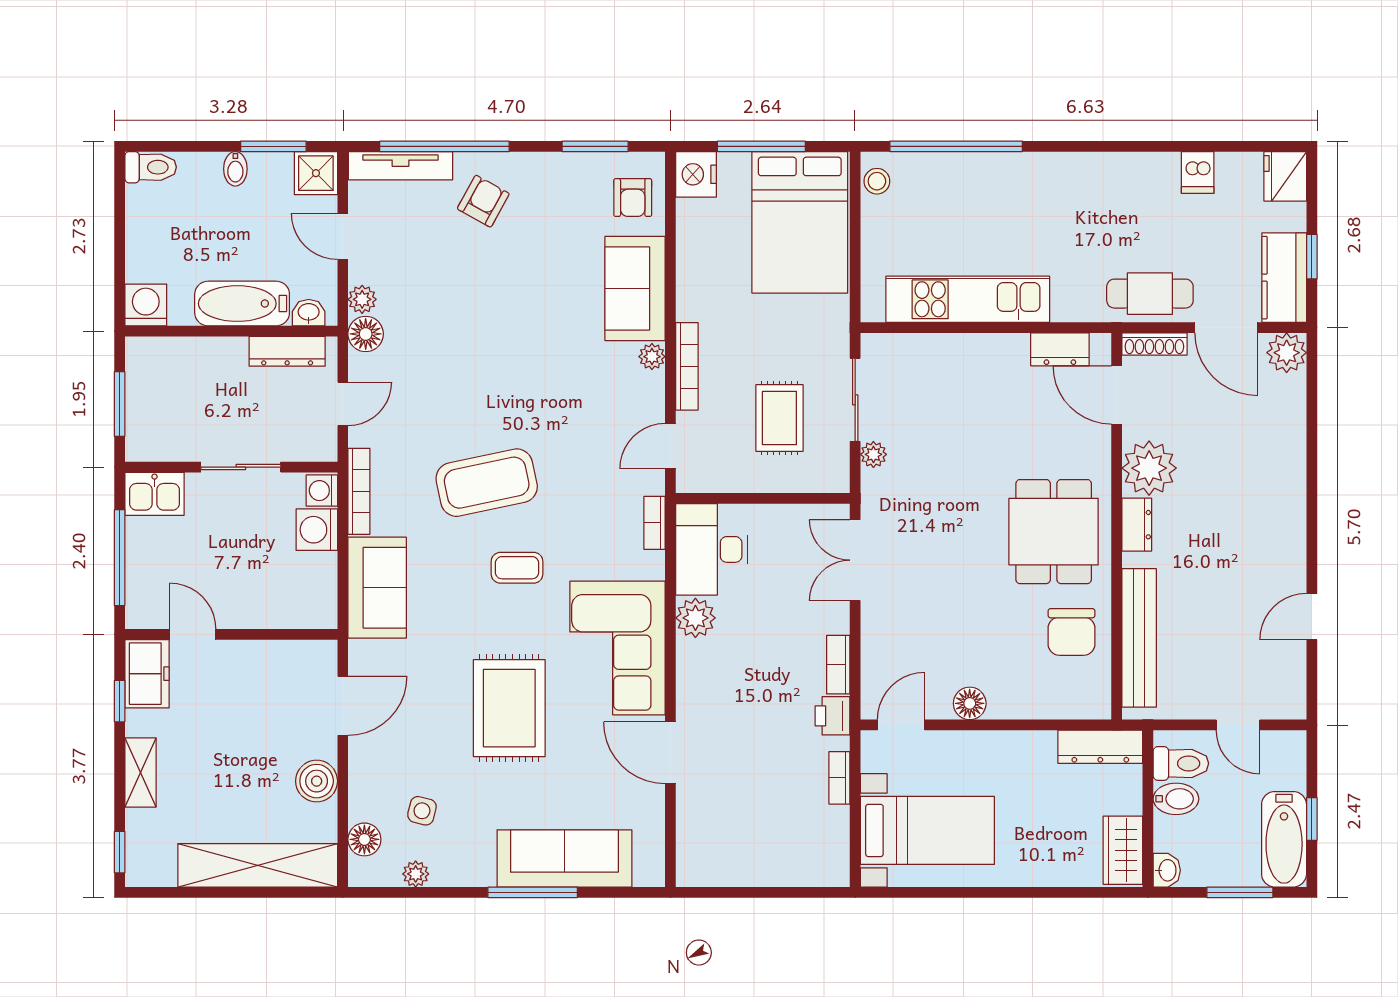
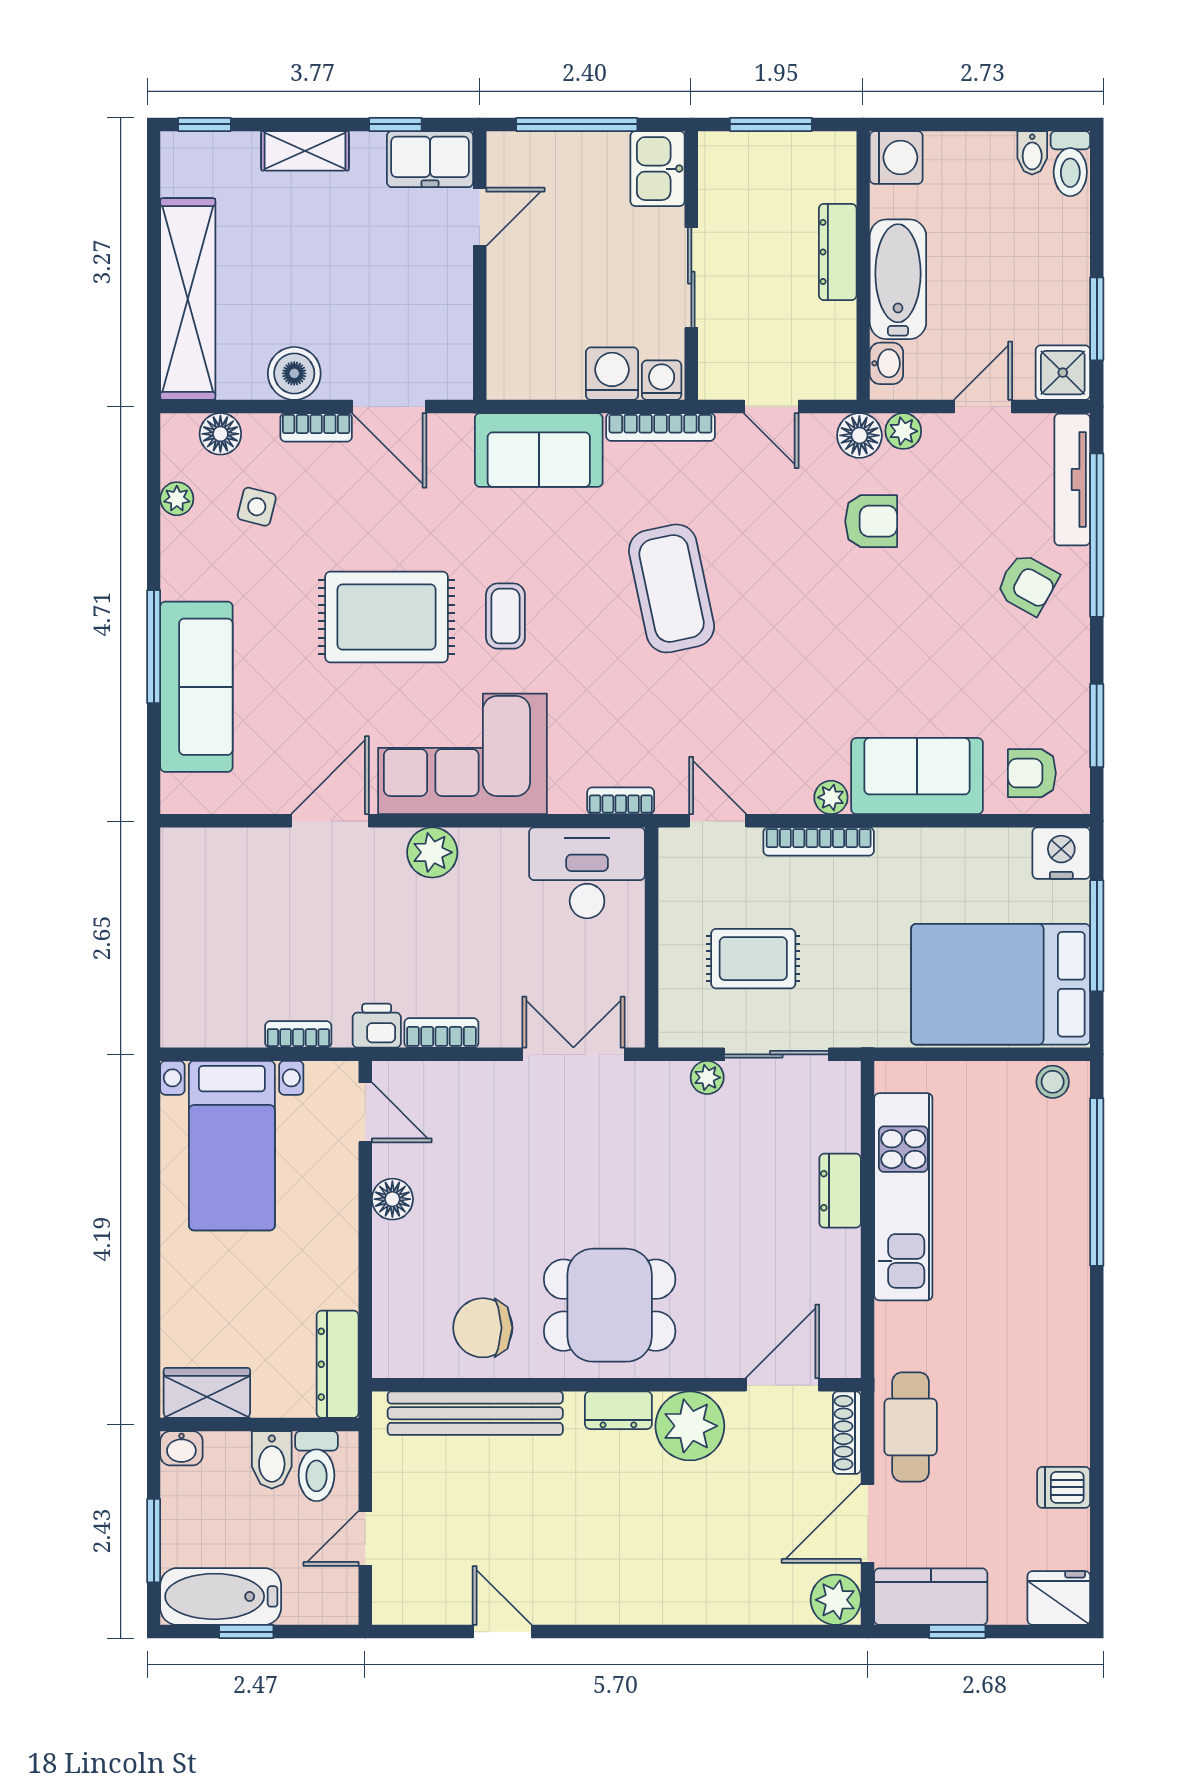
bidet: (235, 169) -> (1032, 153), moved, turned -90
armchair: (433, 325) -> (871, 521), added
dresser: (1060, 349) -> (840, 1191), moved
dresser: (287, 351) -> (838, 252), moved
coffee table: (517, 568) -> (505, 616), moved
plant: (695, 618) -> (432, 852), moved
bookcase: (359, 764) -> (316, 427), added

